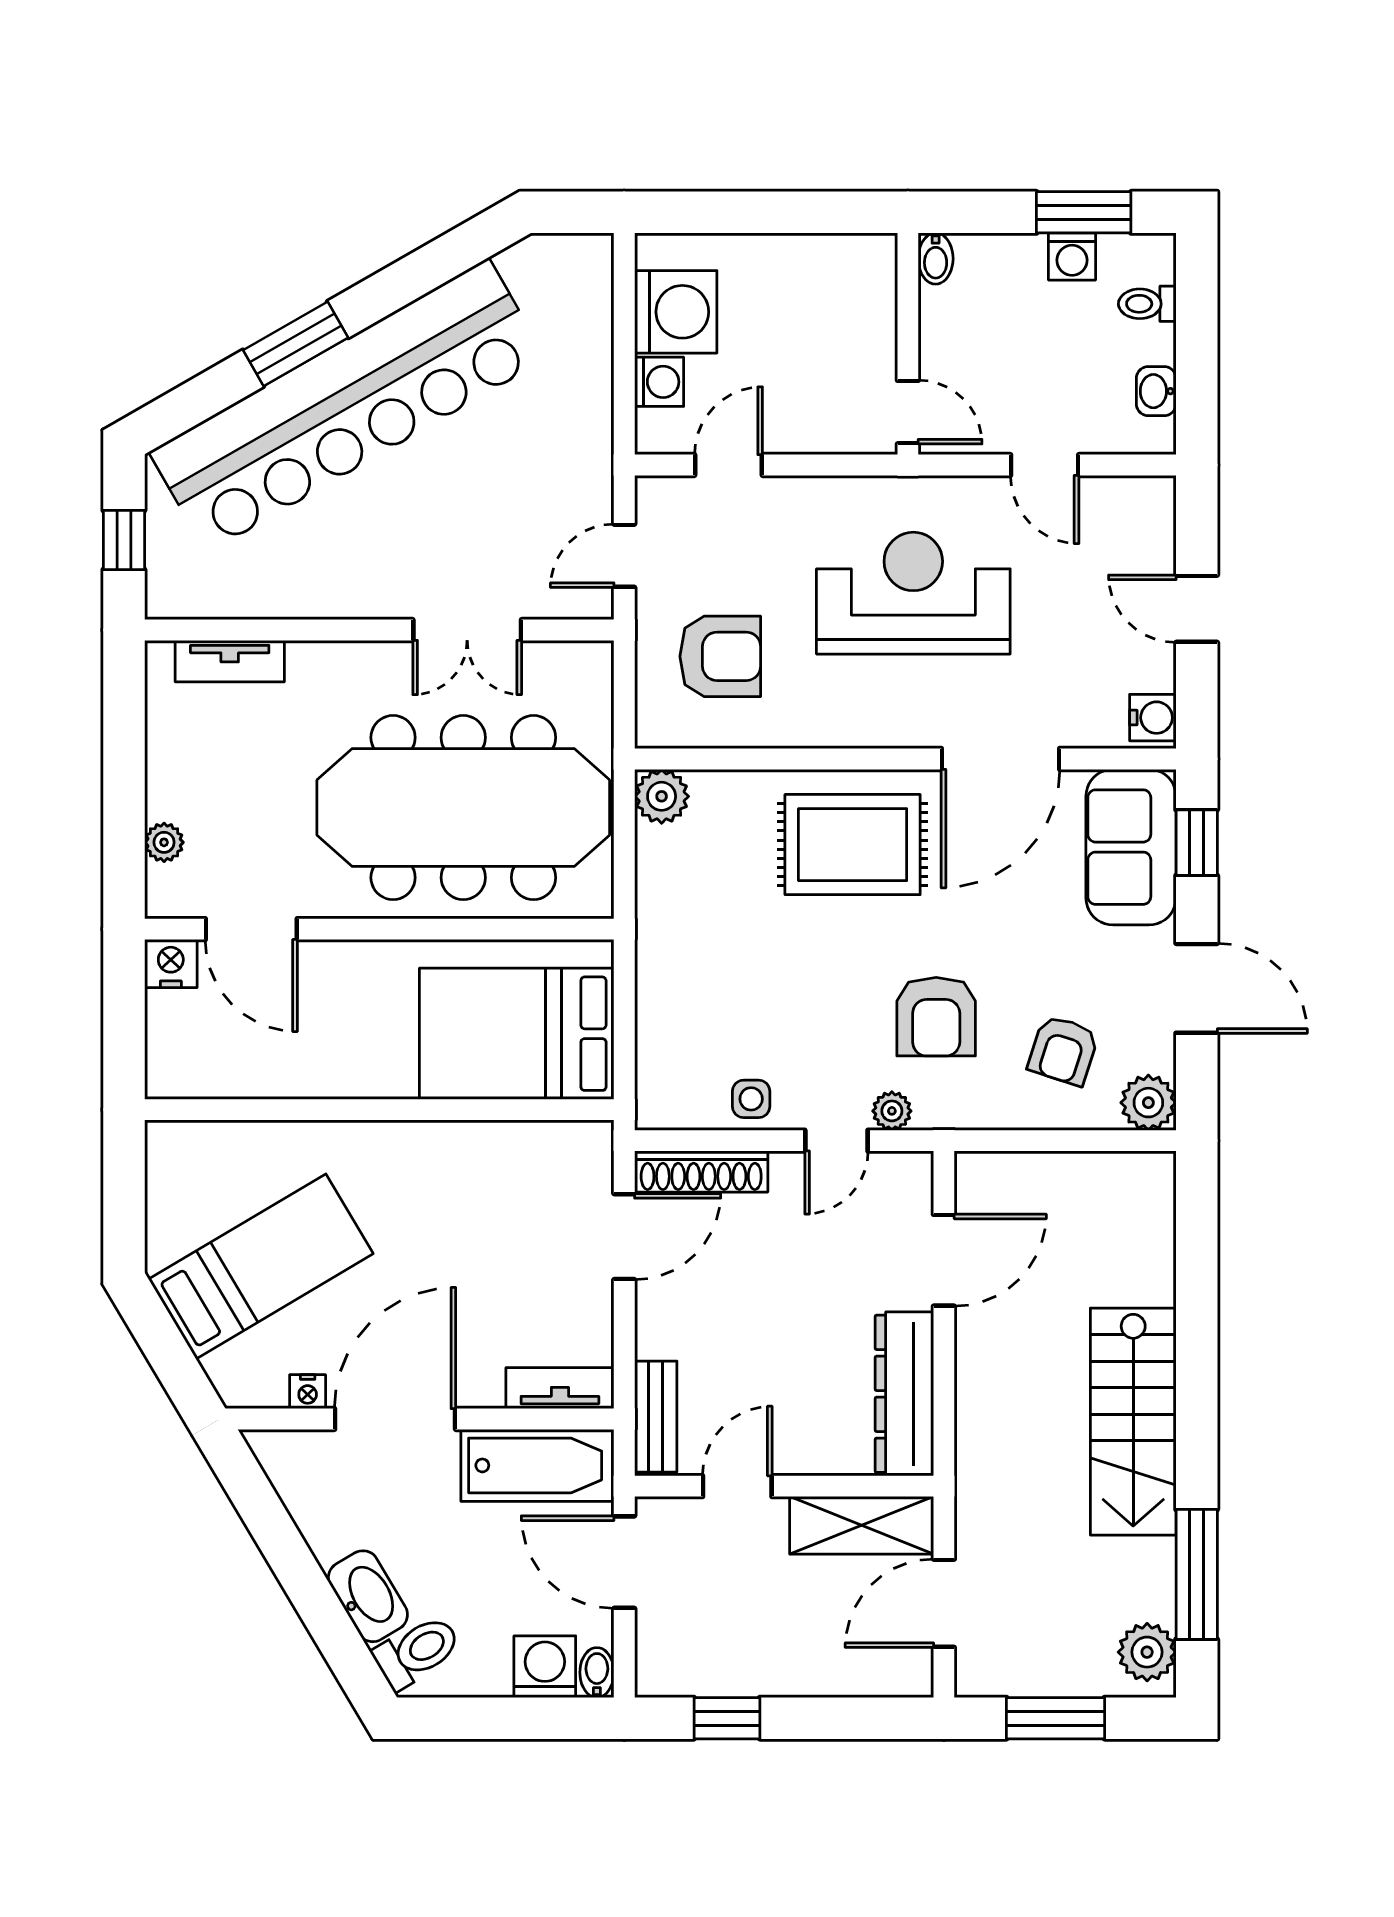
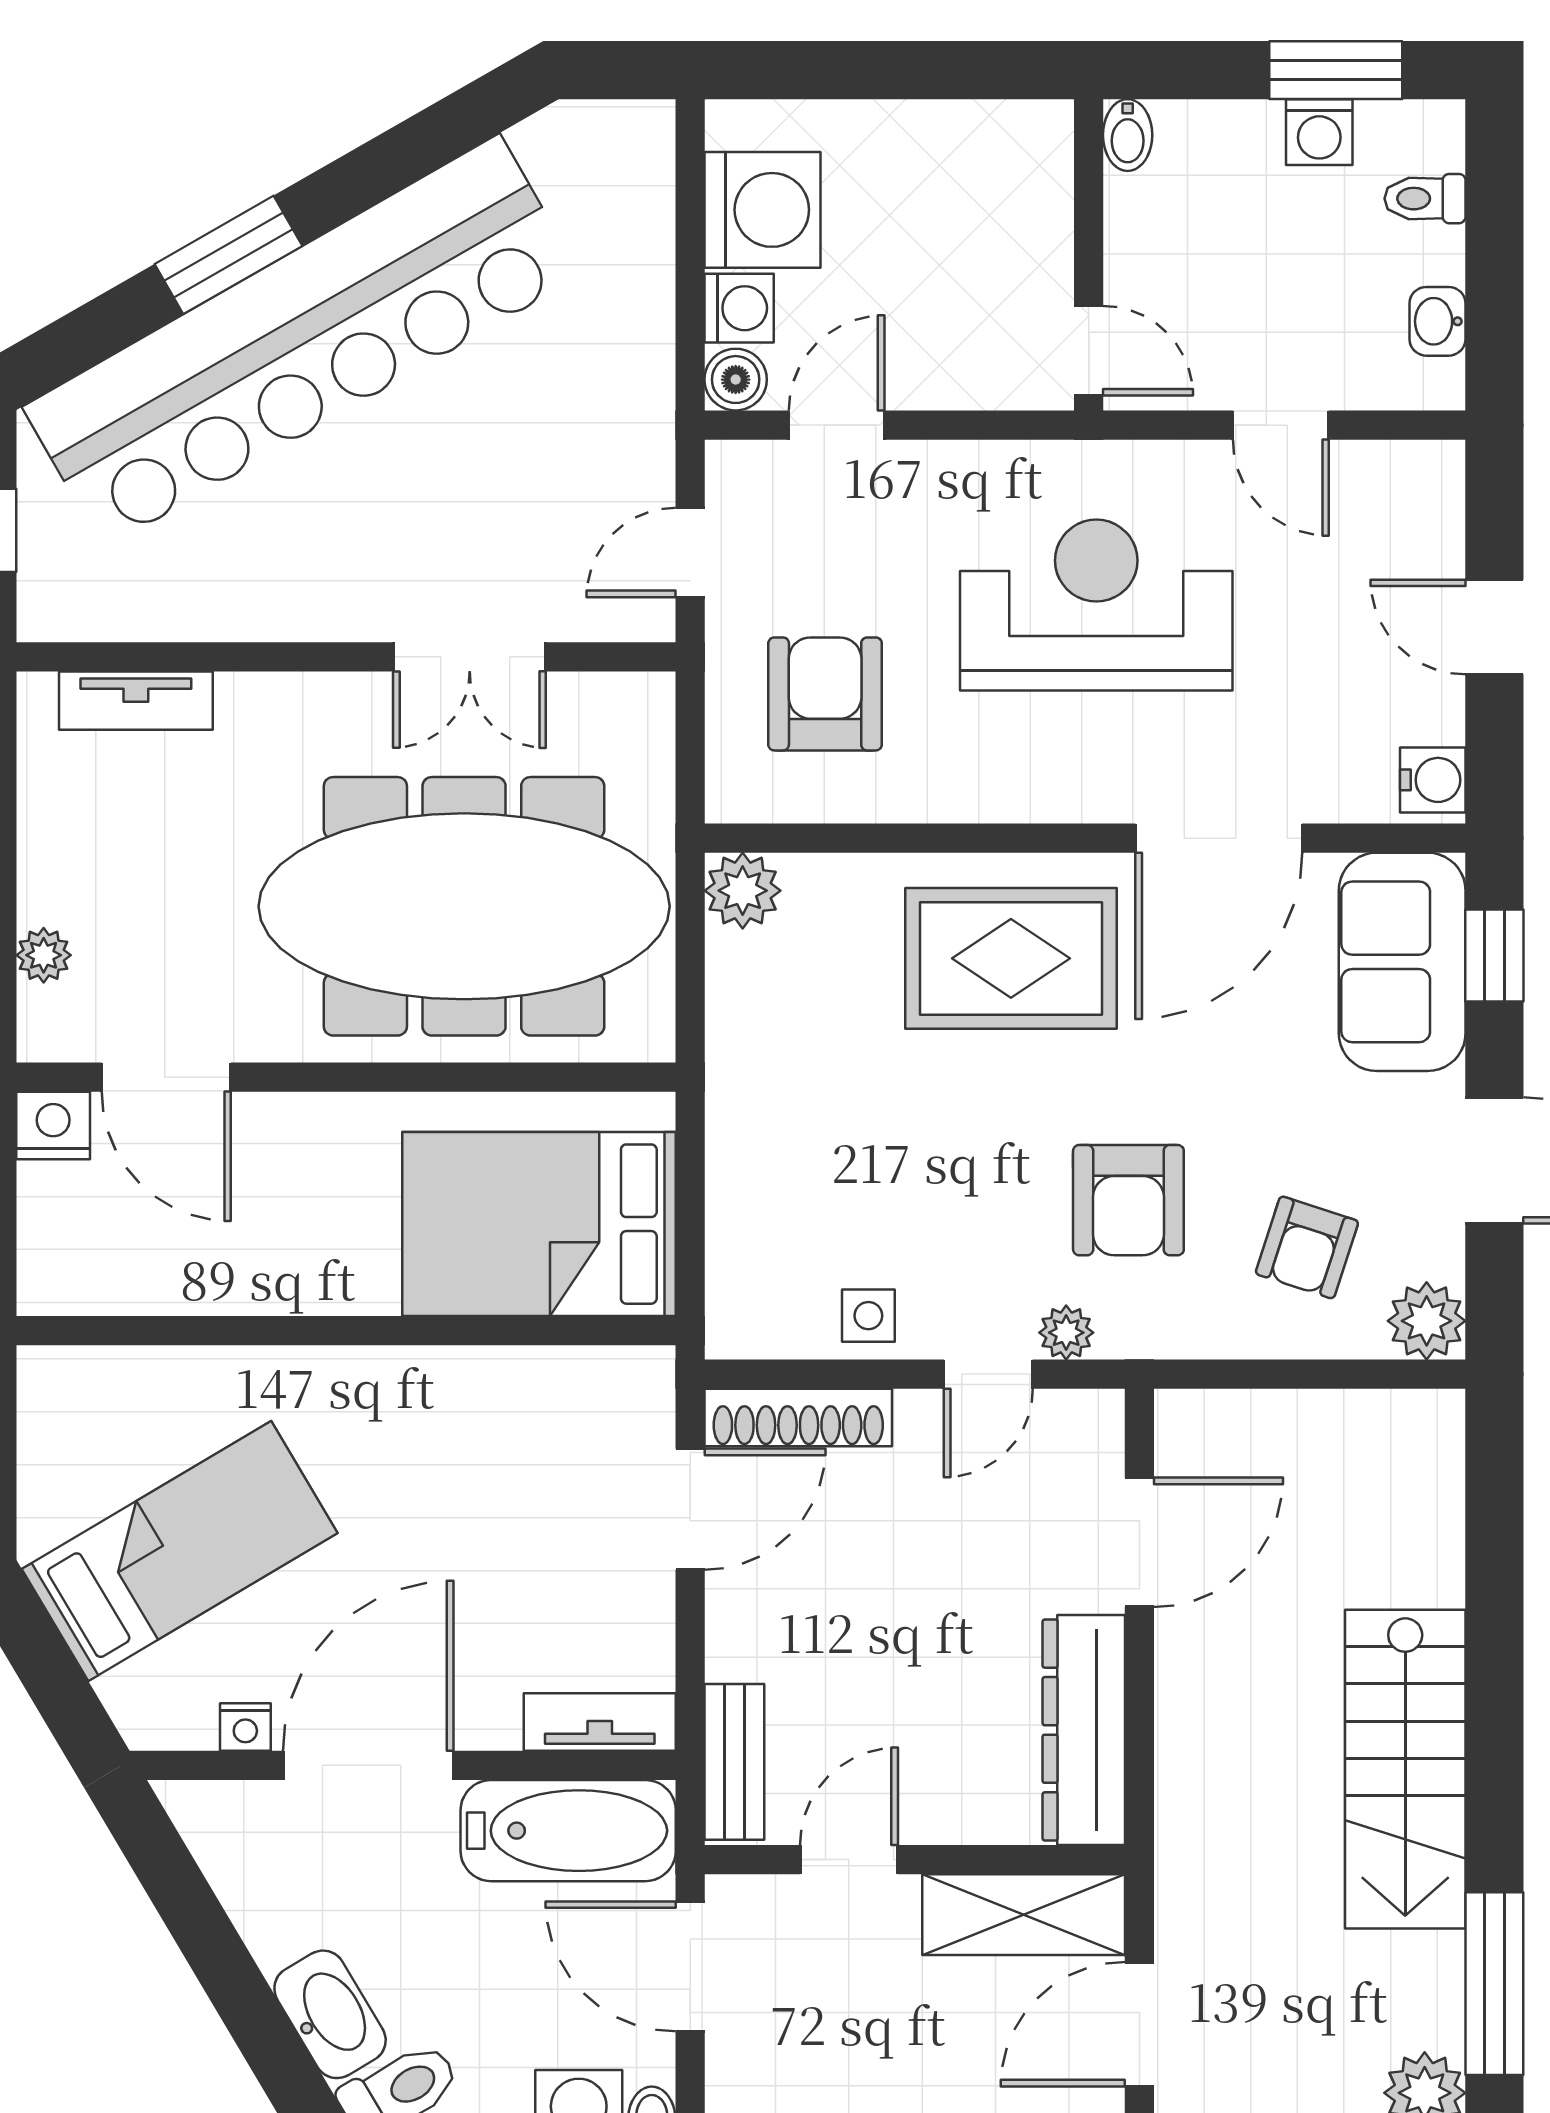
boiler: (657, 433) -> (736, 380), added
armchair: (720, 656) -> (825, 694), turned -90

